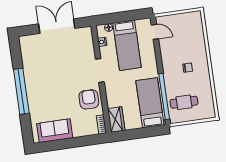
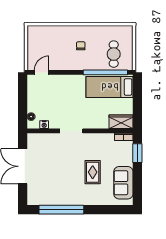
bed: (127, 45) -> (51, 101), removed
window: (21, 91) -> (61, 210), moved
rug: (61, 98) -> (93, 172), added
armchair: (89, 99) -> (98, 146), removed
window: (87, 141) -> (137, 153), added

